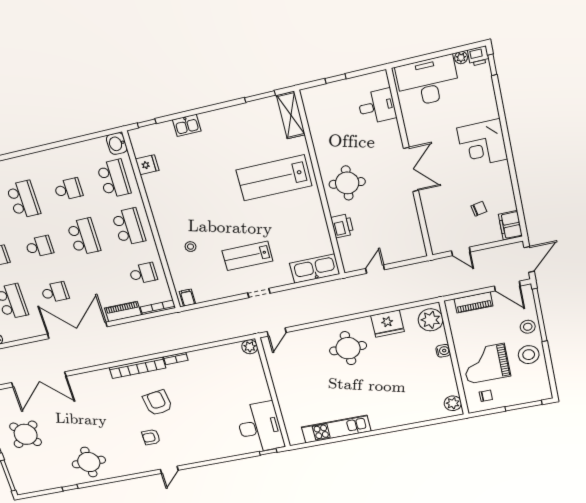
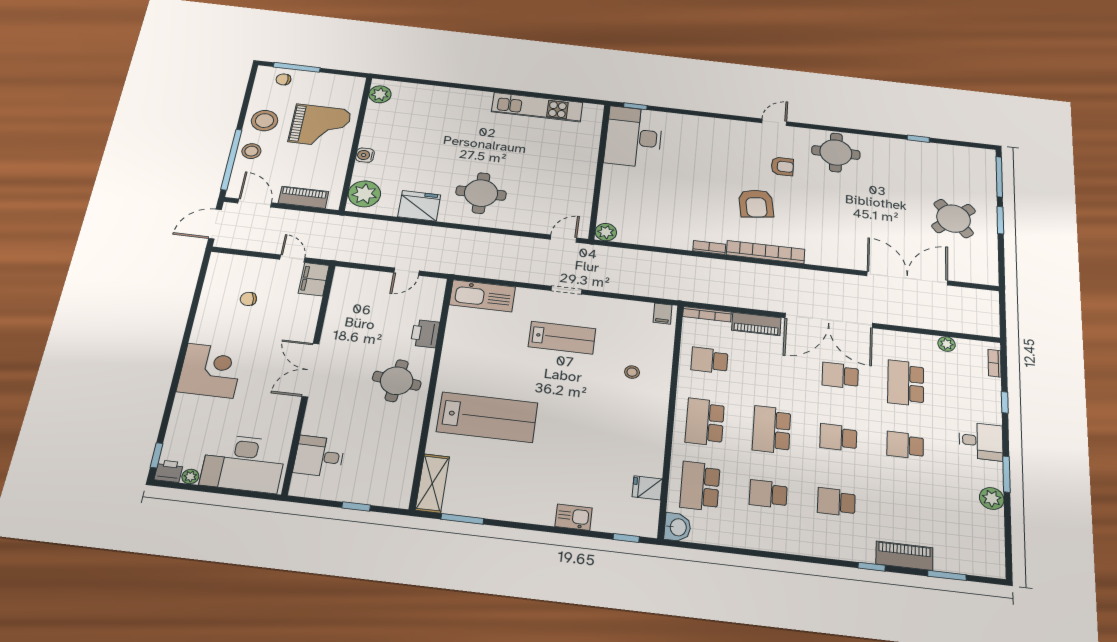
school desk: (23, 199) -> (836, 502), width x0.54
filing cabinet: (510, 225) -> (314, 279), moved, turned 180
chair: (486, 396) -> (283, 79), moved
round table: (89, 462) -> (836, 153), moved

